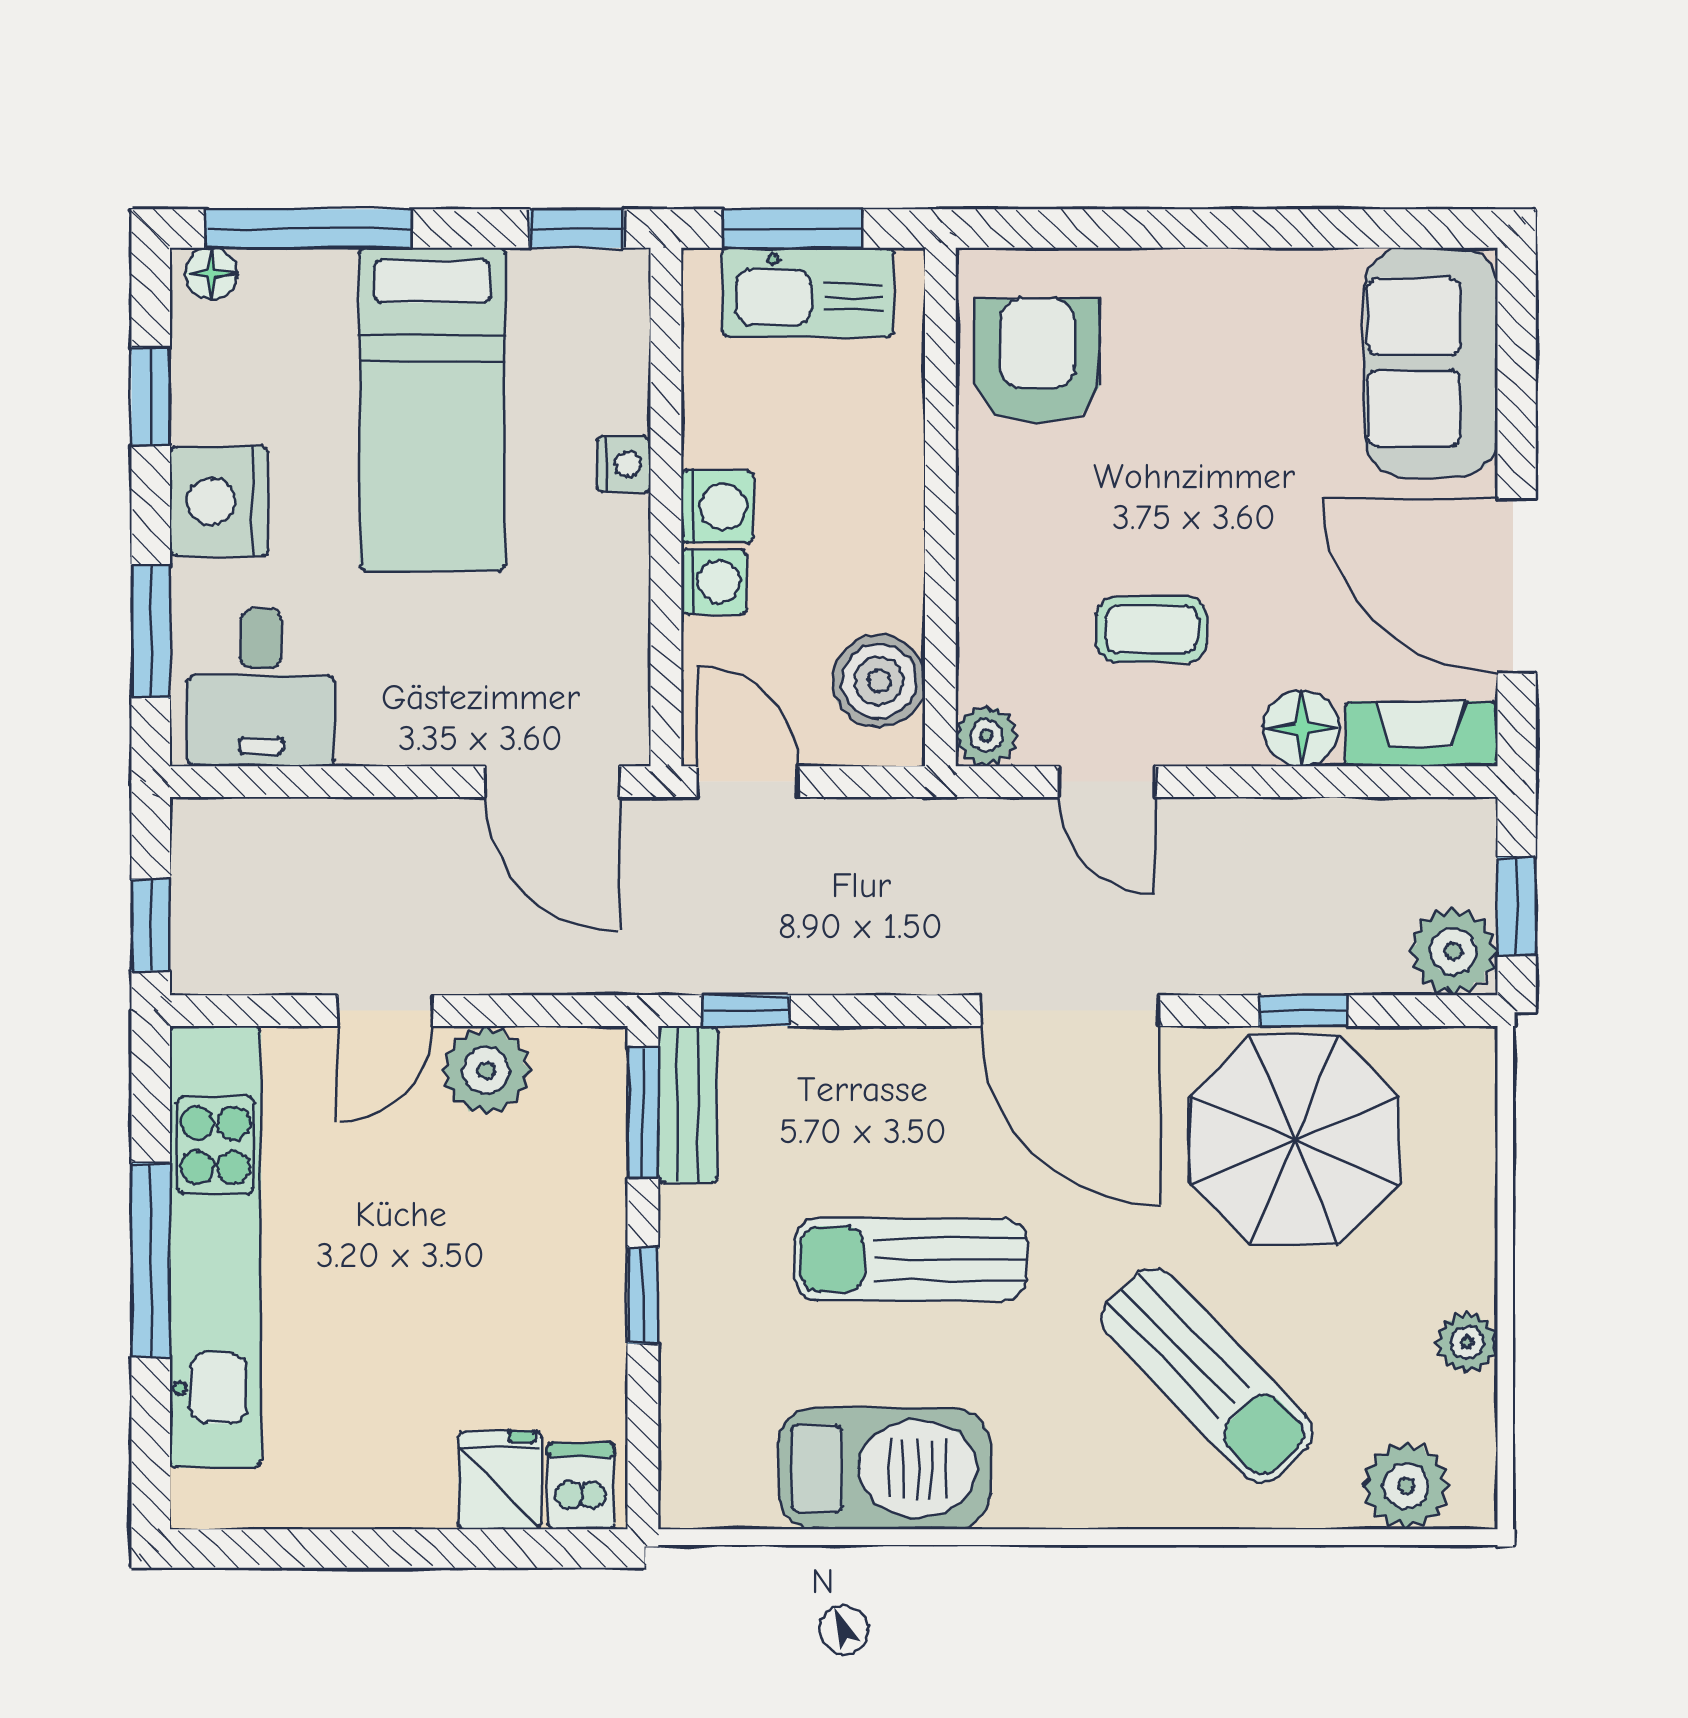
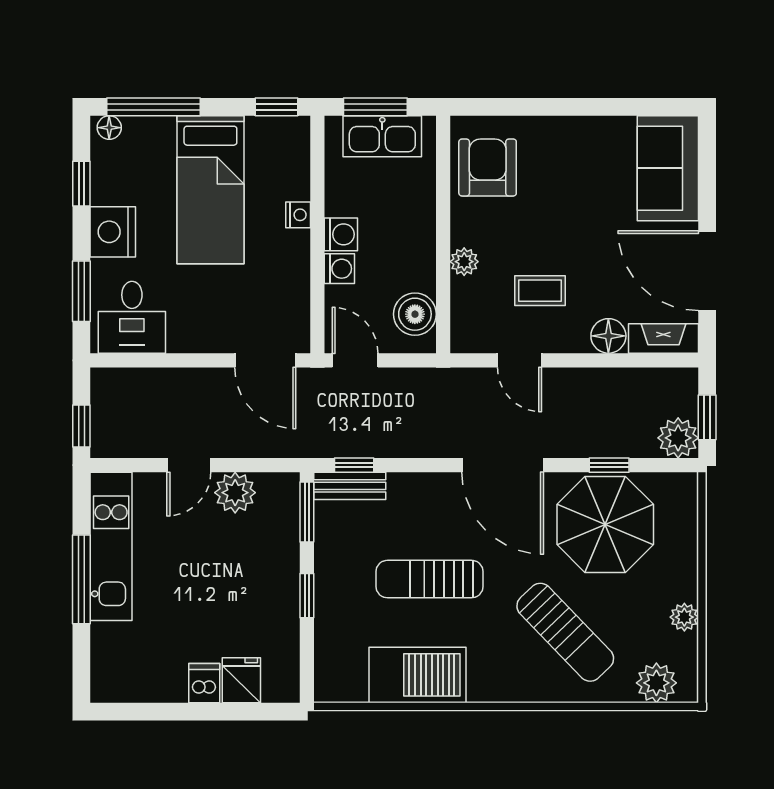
plant: (986, 736) -> (464, 262), moved
bench: (688, 1104) -> (350, 486), moved, turned 90
kitchen unit: (215, 1247) -> (111, 546), width x0.73
dishwasher: (581, 1486) -> (204, 683), moved

